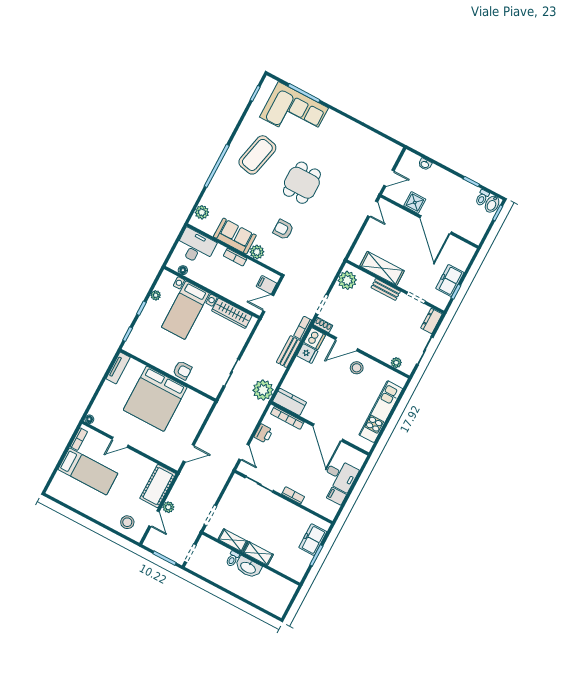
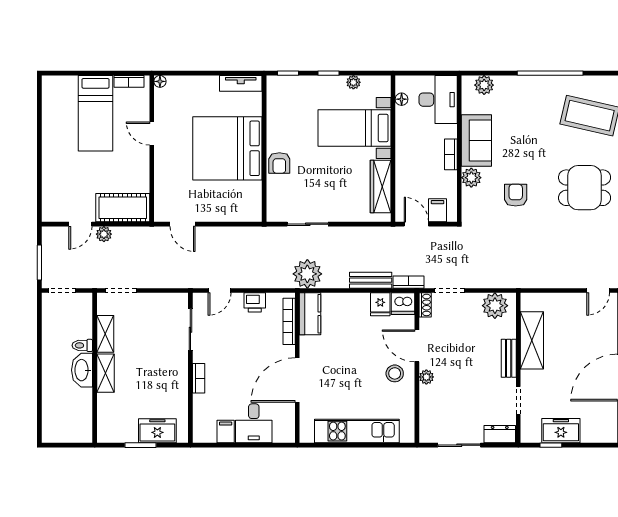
plant: (396, 363) -> (426, 377), moved
stool: (127, 522) -> (59, 194), removed

